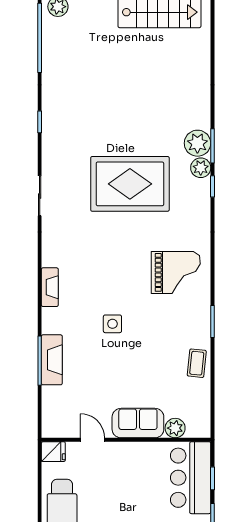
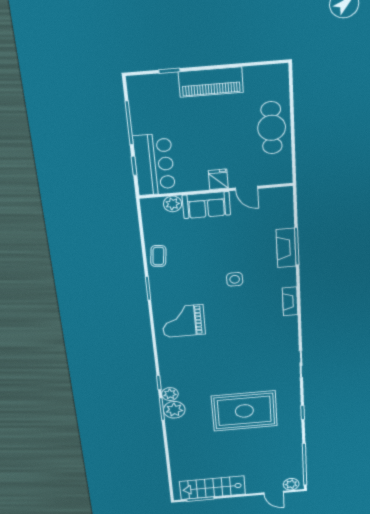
rug: (130, 184) -> (244, 411), moved
fridge: (53, 452) -> (218, 179), moved, turned 90

